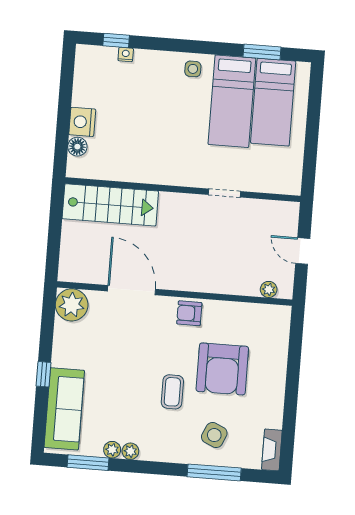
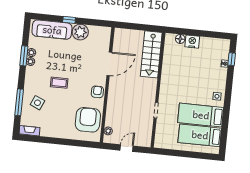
window: (262, 52) -> (224, 130), removed
plant: (72, 305) -> (80, 32), moved
armchair: (222, 369) -> (88, 120), moved, turned 90
window: (88, 463) -> (24, 56), moved

